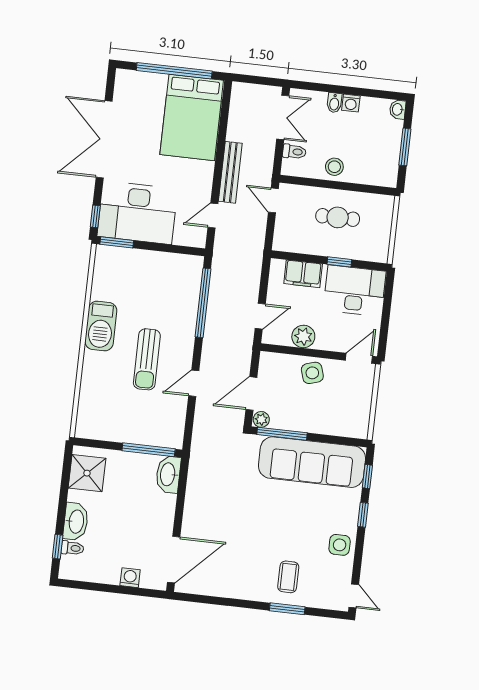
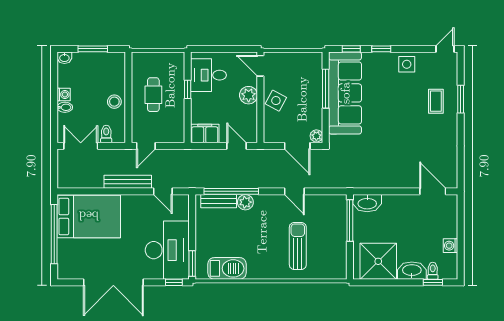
filing cabinet: (303, 274) -> (205, 133), moved, turned -90
bench: (192, 285) -> (219, 201), added
desk: (355, 291) -> (208, 75), width x0.73
plant: (187, 319) -> (245, 202), added
barbecue: (101, 326) -> (227, 268), moved
plant: (303, 336) -> (249, 95), moved
sun lounger: (147, 359) -> (298, 246), moved, turned -90
side table: (312, 373) -> (276, 101), turned 45
window: (282, 434) -> (326, 89), moved
shower: (87, 473) -> (378, 261), width x1.37, depth x1.37
door: (174, 560) -> (433, 191), width x0.73
coffee table: (288, 577) -> (436, 101), turned 90
washing machine: (130, 578) -> (451, 246), moved

